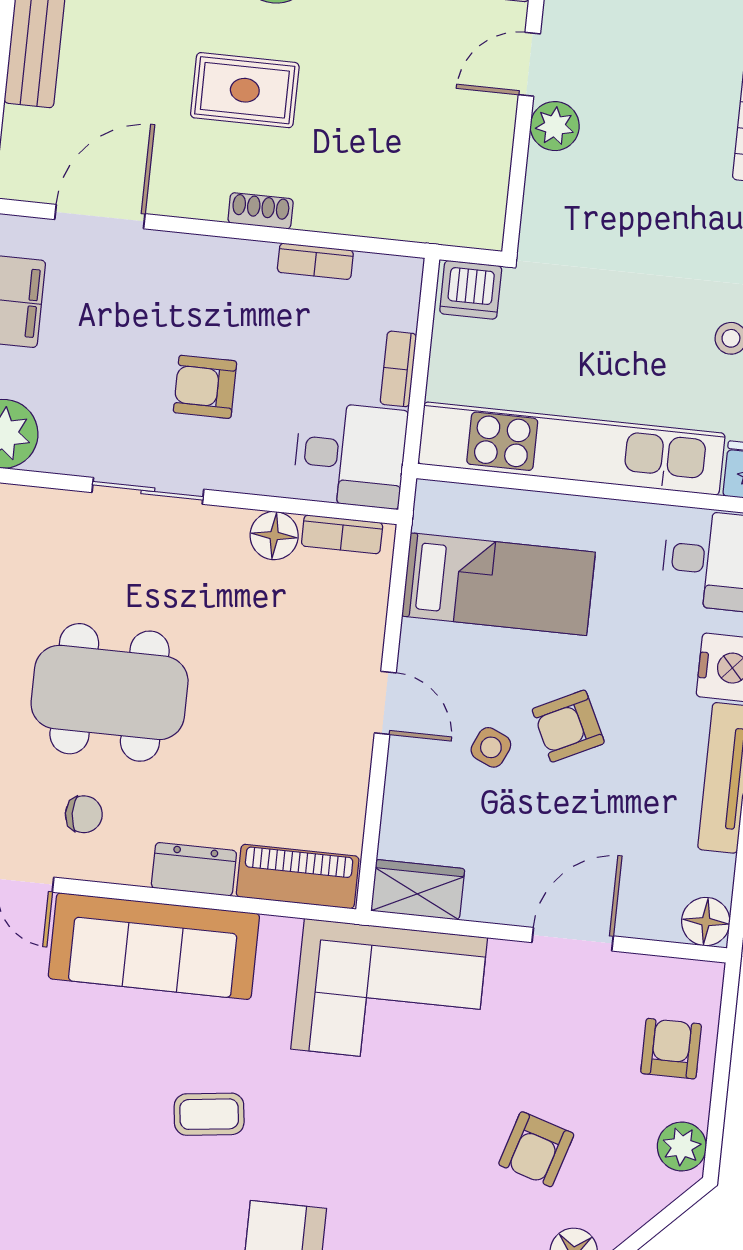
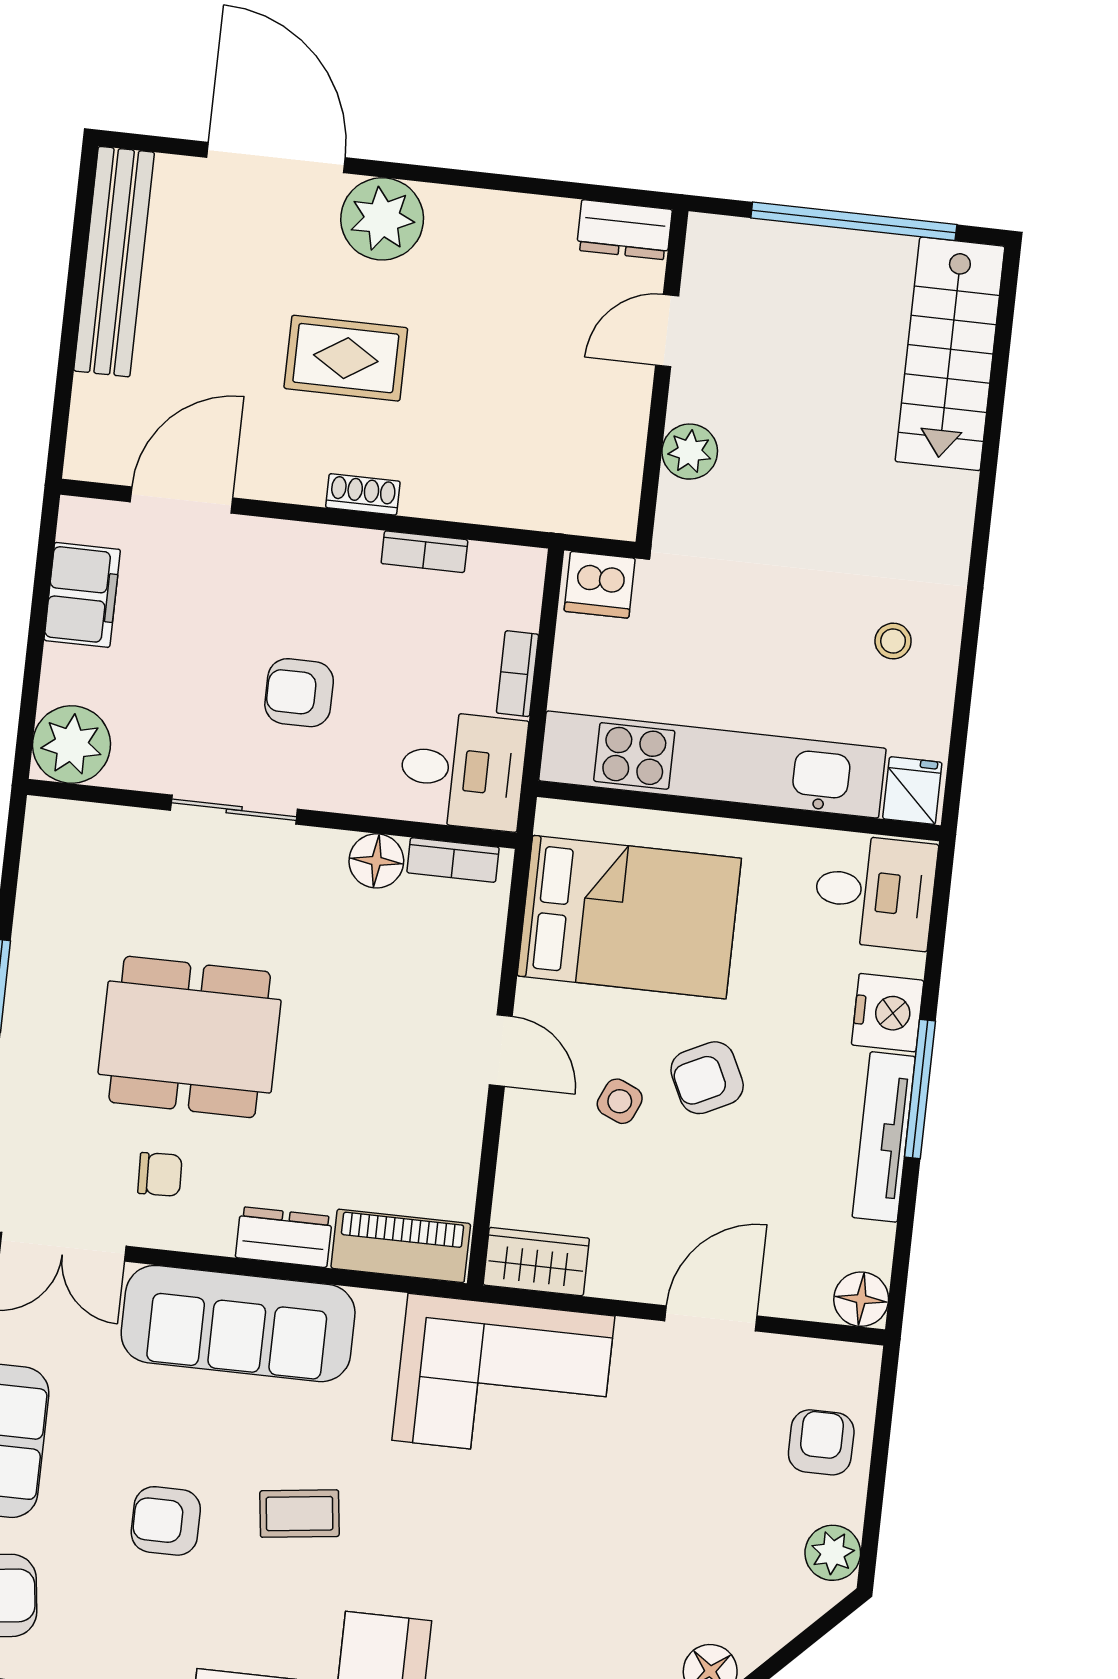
plant: (555, 126) -> (690, 452), moved
bed: (499, 584) -> (629, 917), width x1.50
armchair: (536, 1149) -> (166, 1521), moved, turned 73

